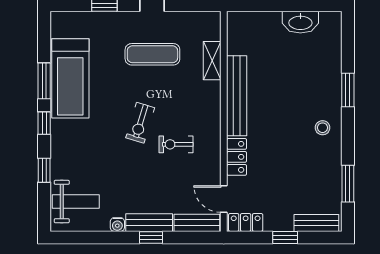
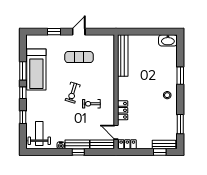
washbasin: (300, 22) -> (168, 40), moved
shelving: (212, 61) -> (110, 60), removed
bench: (237, 96) -> (123, 56), moved
weight bench: (76, 202) -> (39, 133), turned -90
window: (285, 237) -> (160, 152), moved

